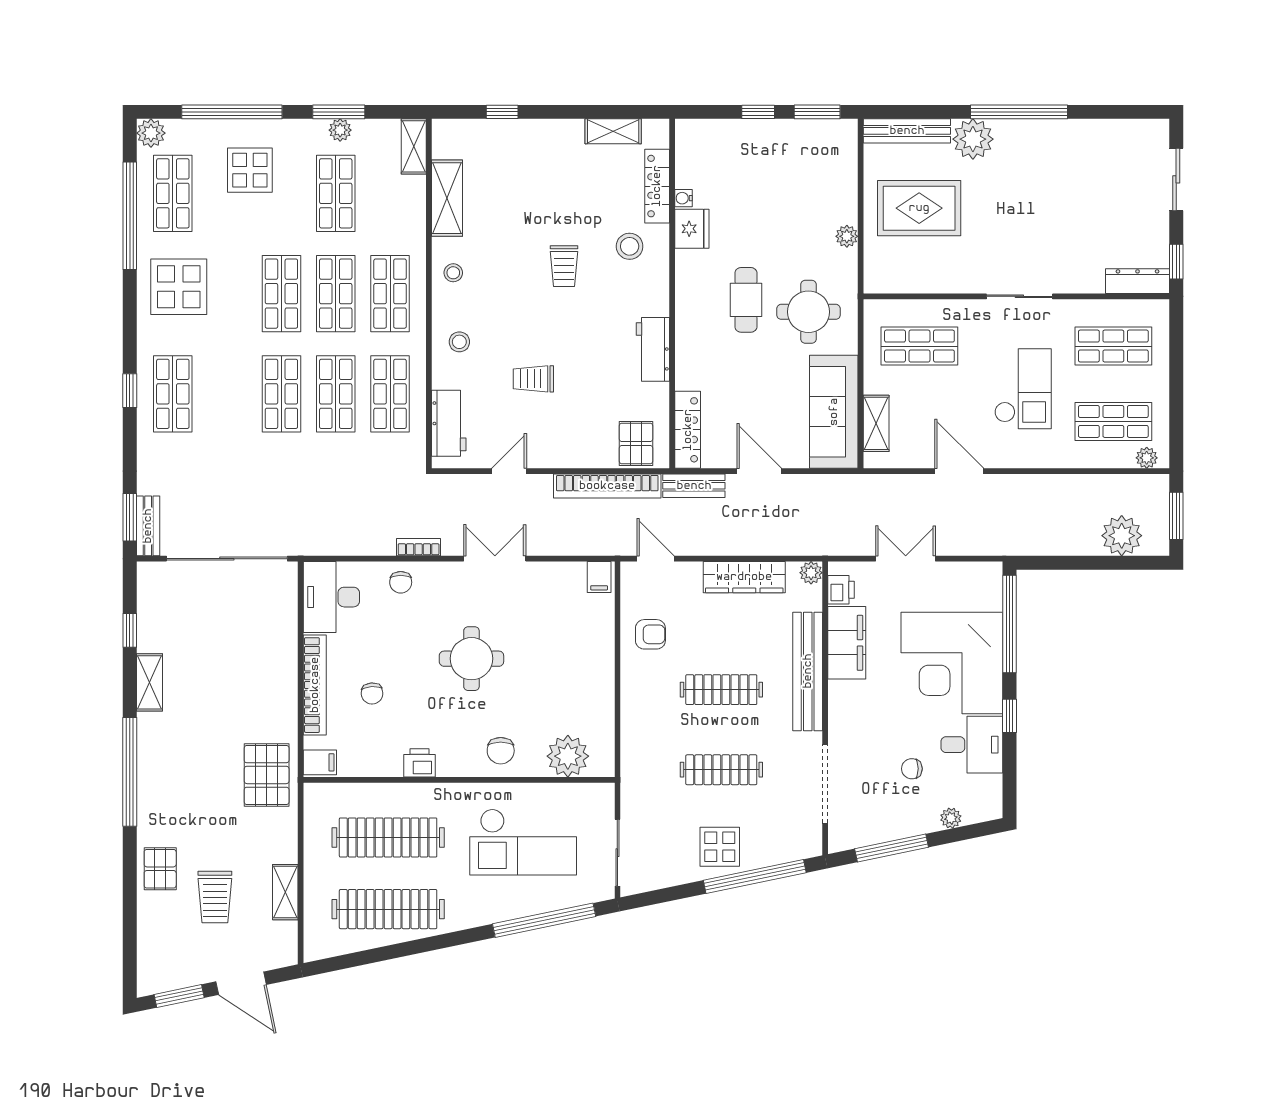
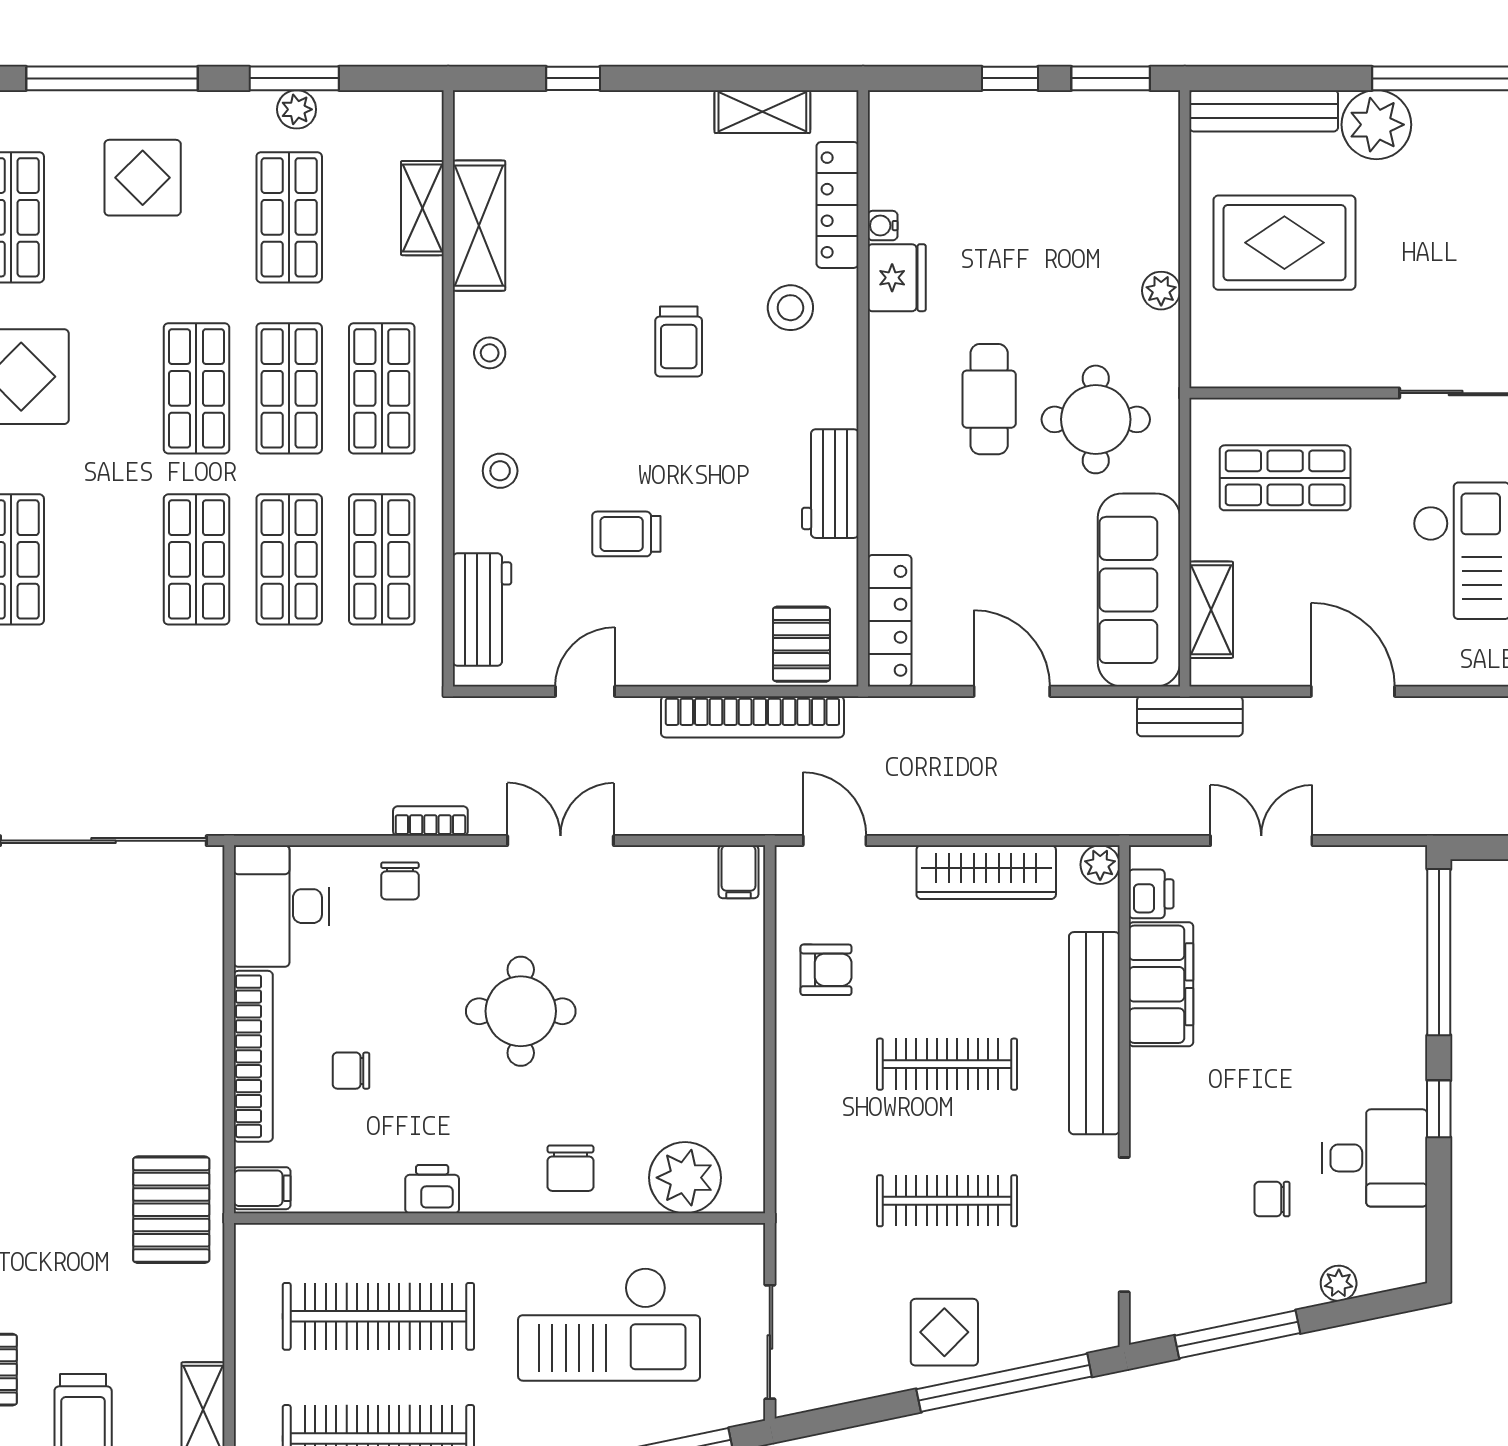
shelving: (414, 146) -> (422, 208), moved
bench: (694, 486) -> (1190, 716), moved
corner desk: (952, 663) -> (1340, 1019), removed
chair: (372, 693) -> (351, 1071), turned 94

